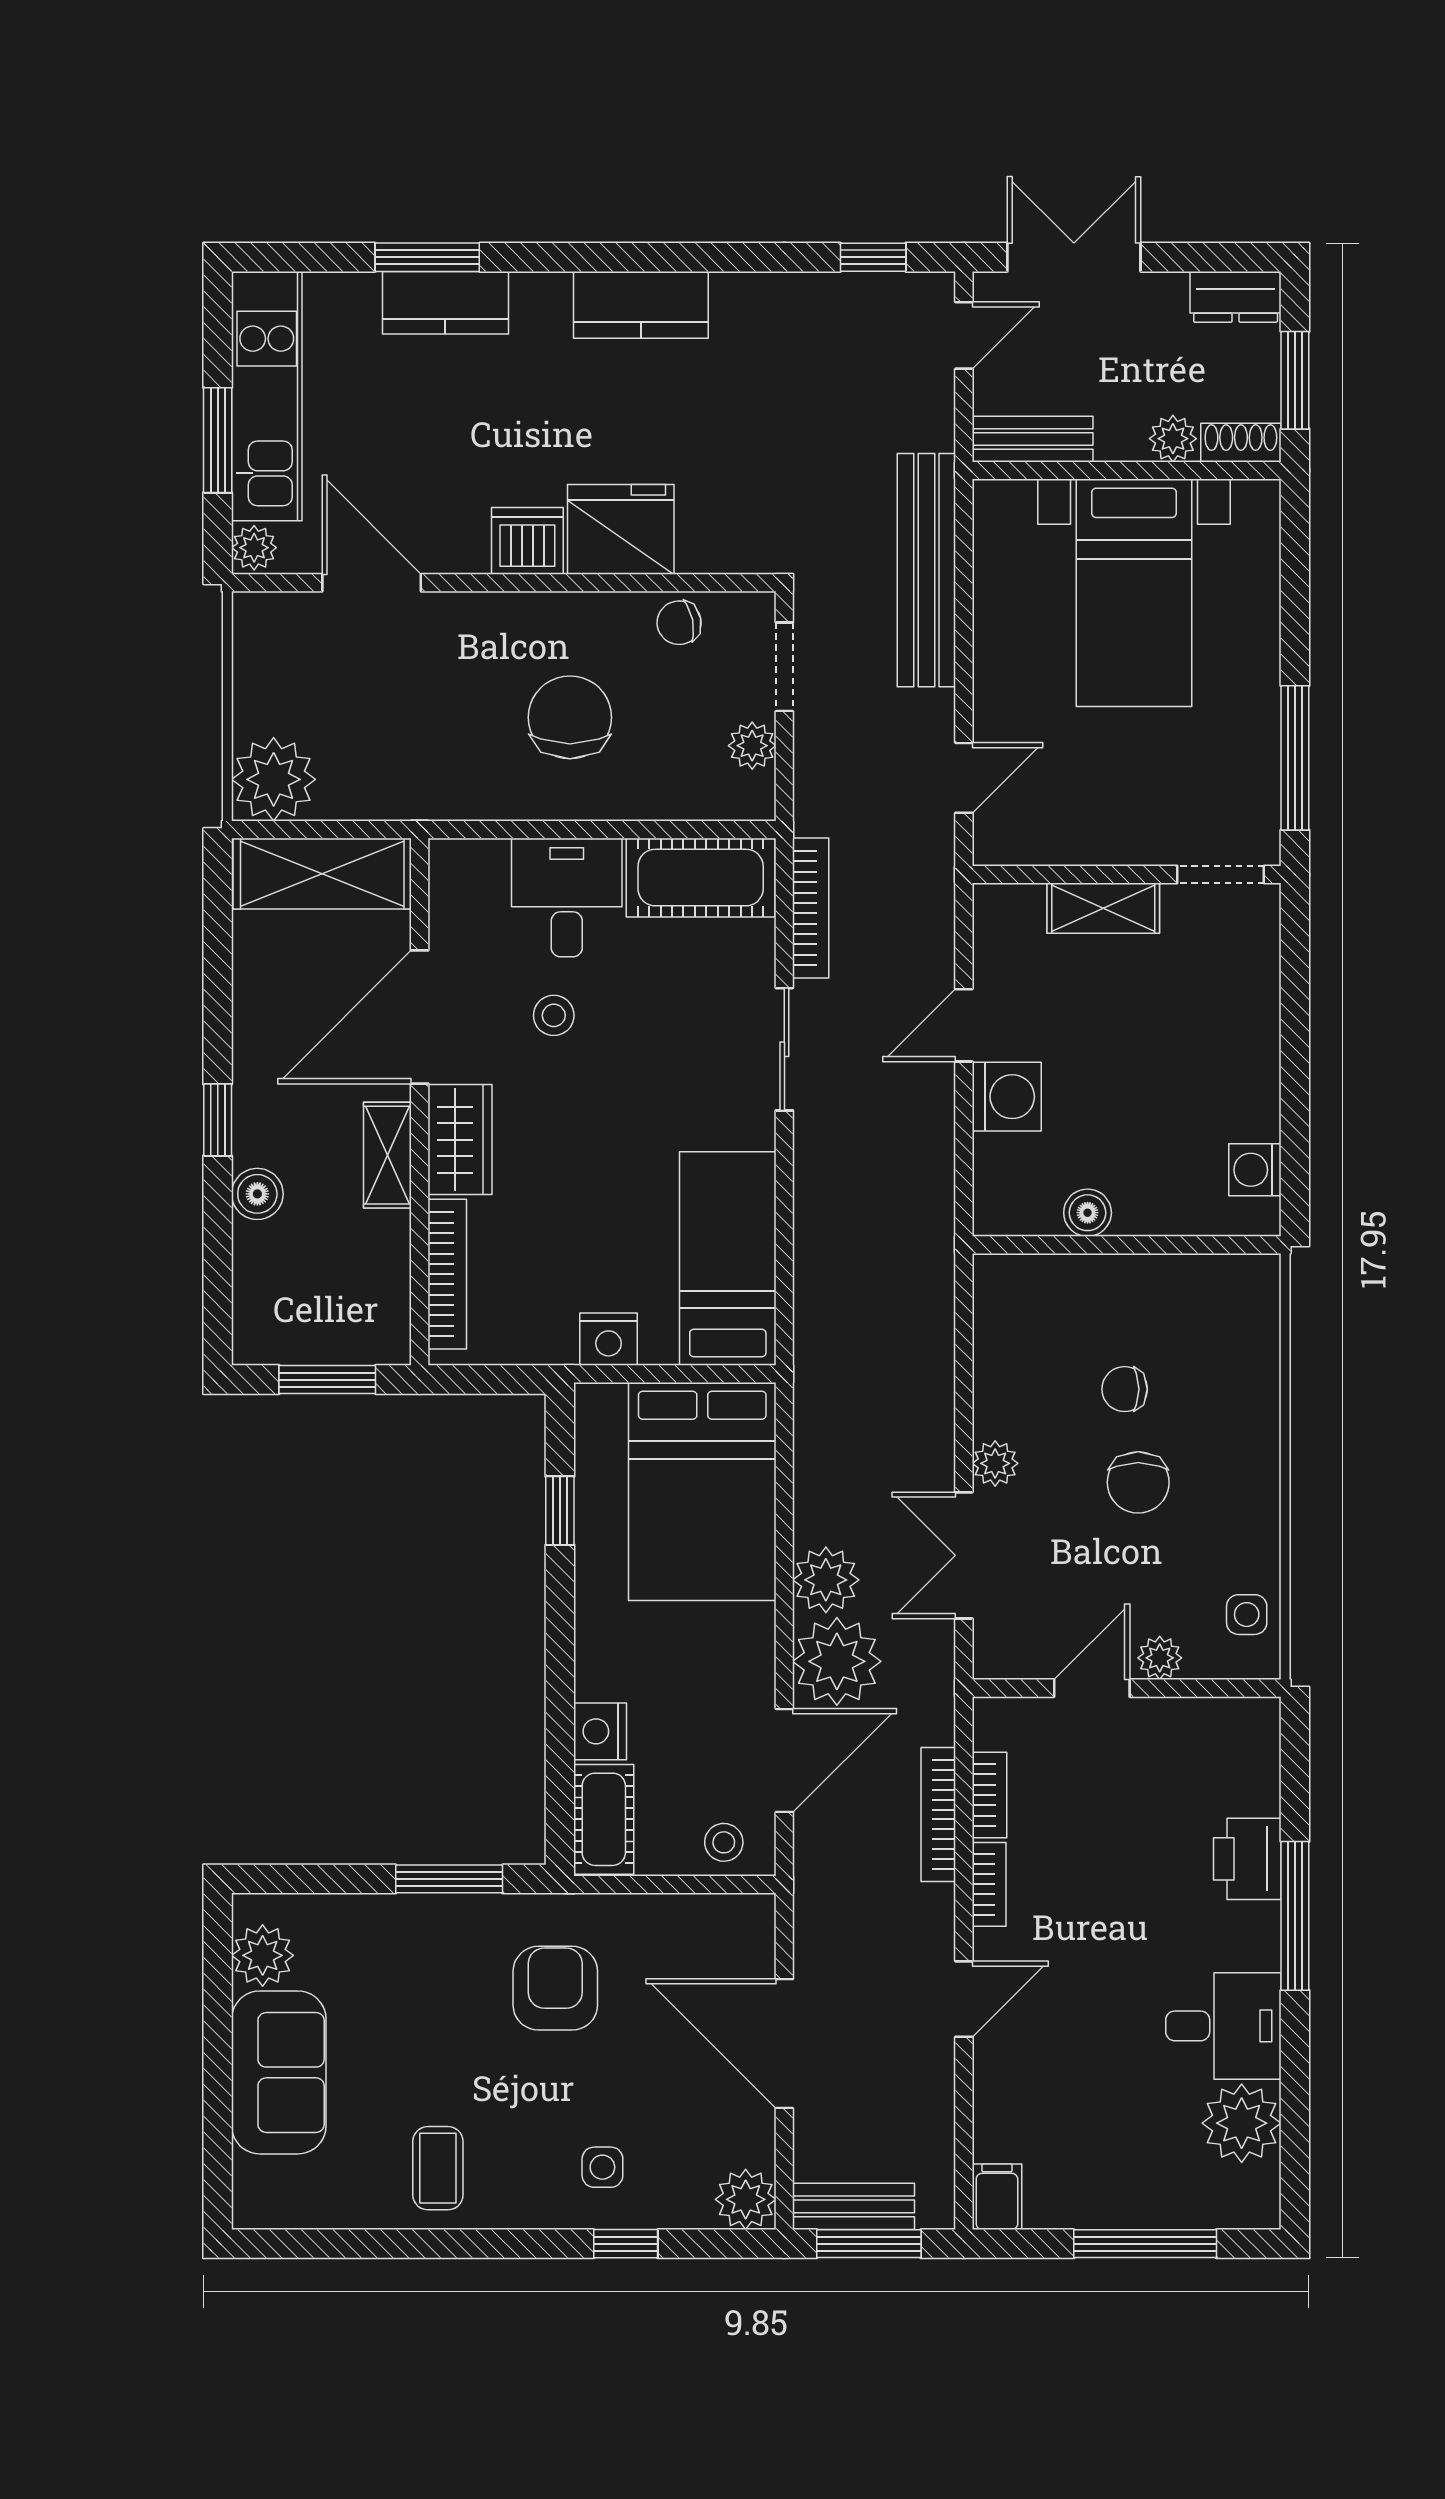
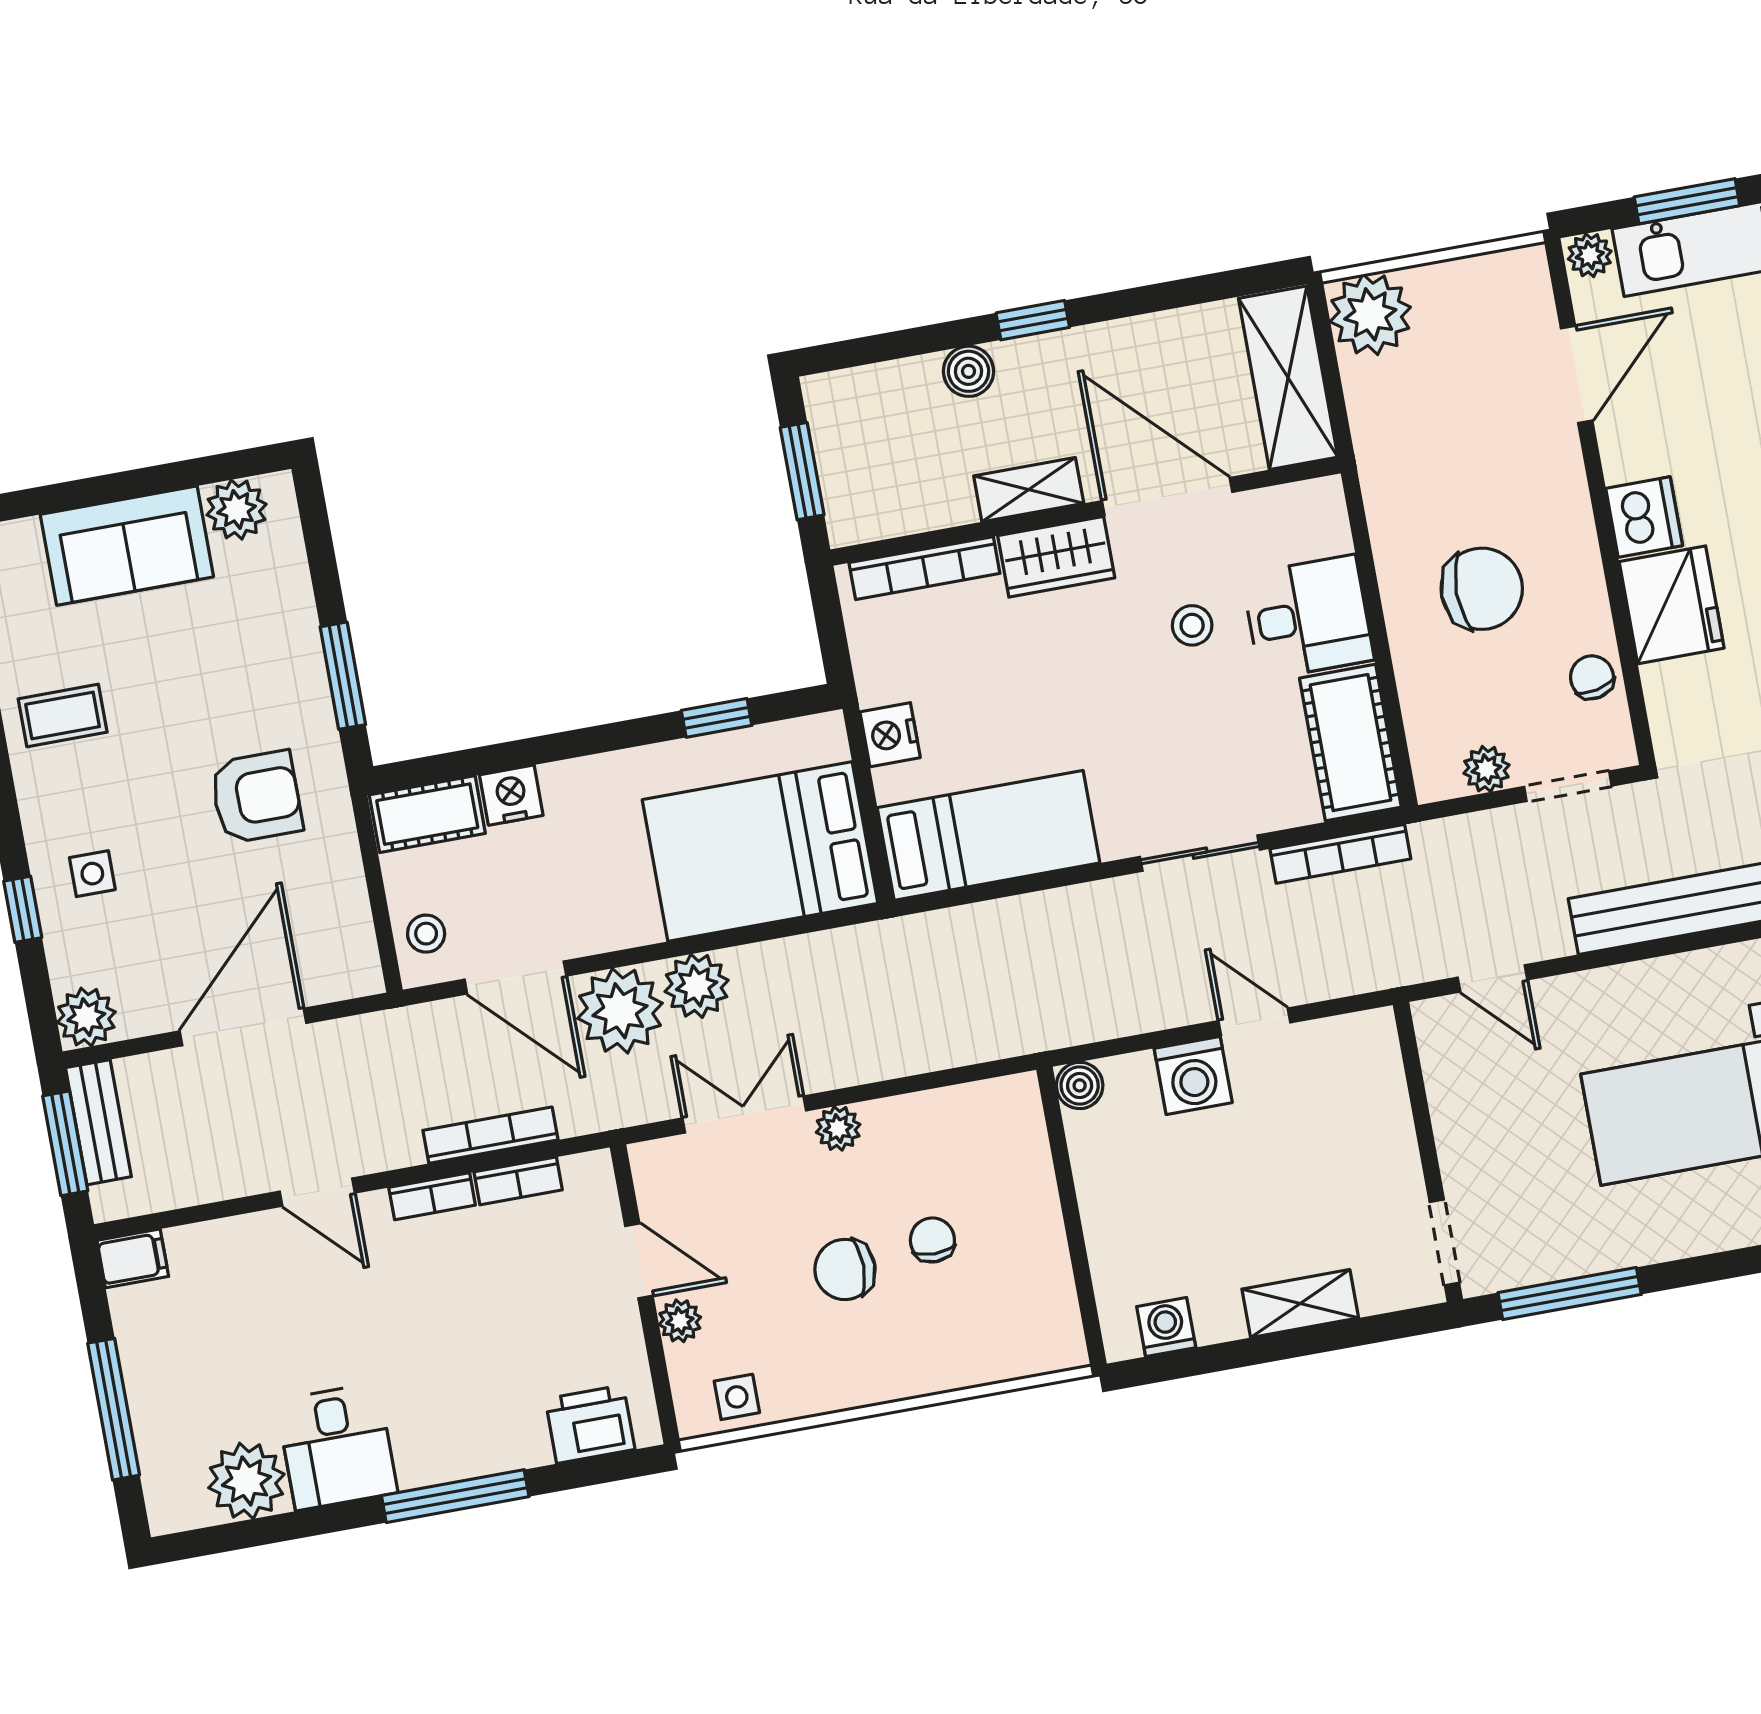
shelving: (1103, 908) -> (1300, 1303), moved, turned 90
boiler: (1088, 1213) -> (1080, 1085), moved
printer: (1247, 1859) -> (590, 1424), moved

